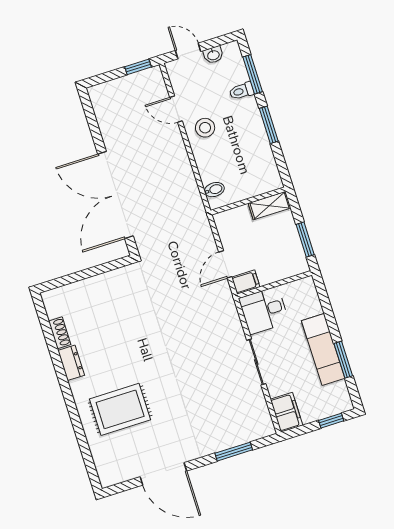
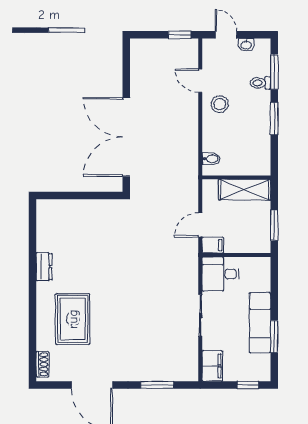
shelving: (269, 206) -> (245, 190), width x1.50, depth x1.33
shoe rack: (60, 333) -> (42, 364), moved
rug: (120, 409) -> (73, 319), turned 90

